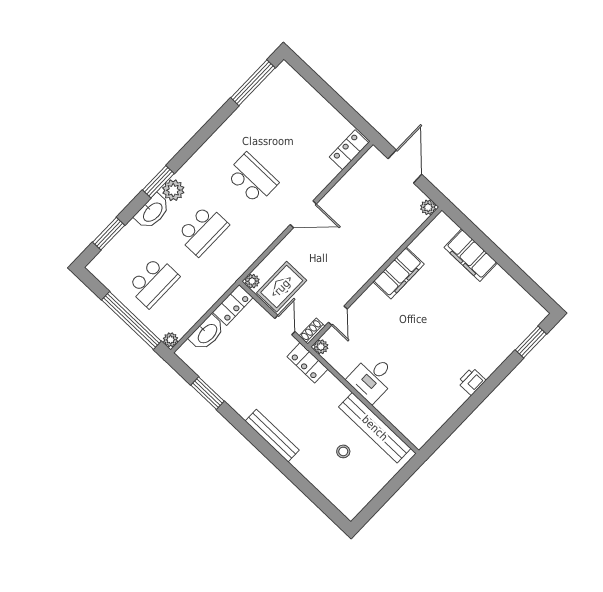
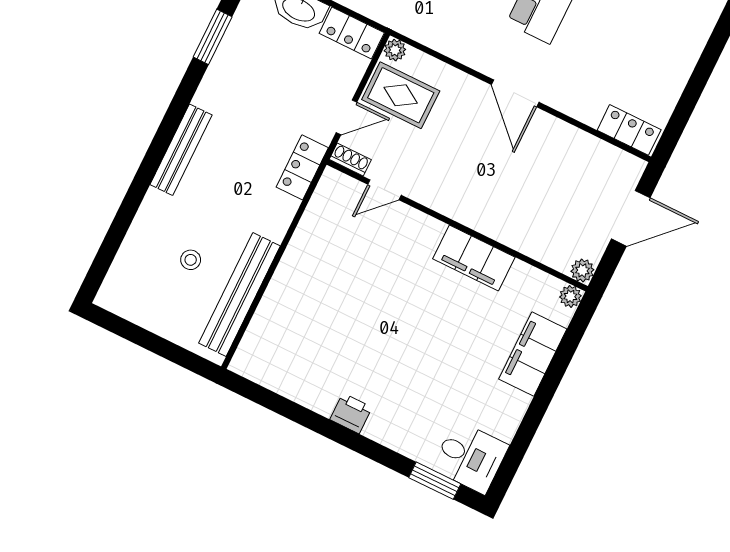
plant: (321, 347) -> (570, 296), moved
desk: (372, 378) -> (470, 457), moved, turned 180

